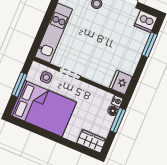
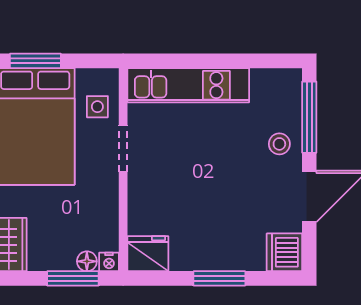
window: (150, 45) -> (219, 278), moved
window: (19, 85) -> (35, 61), moved

